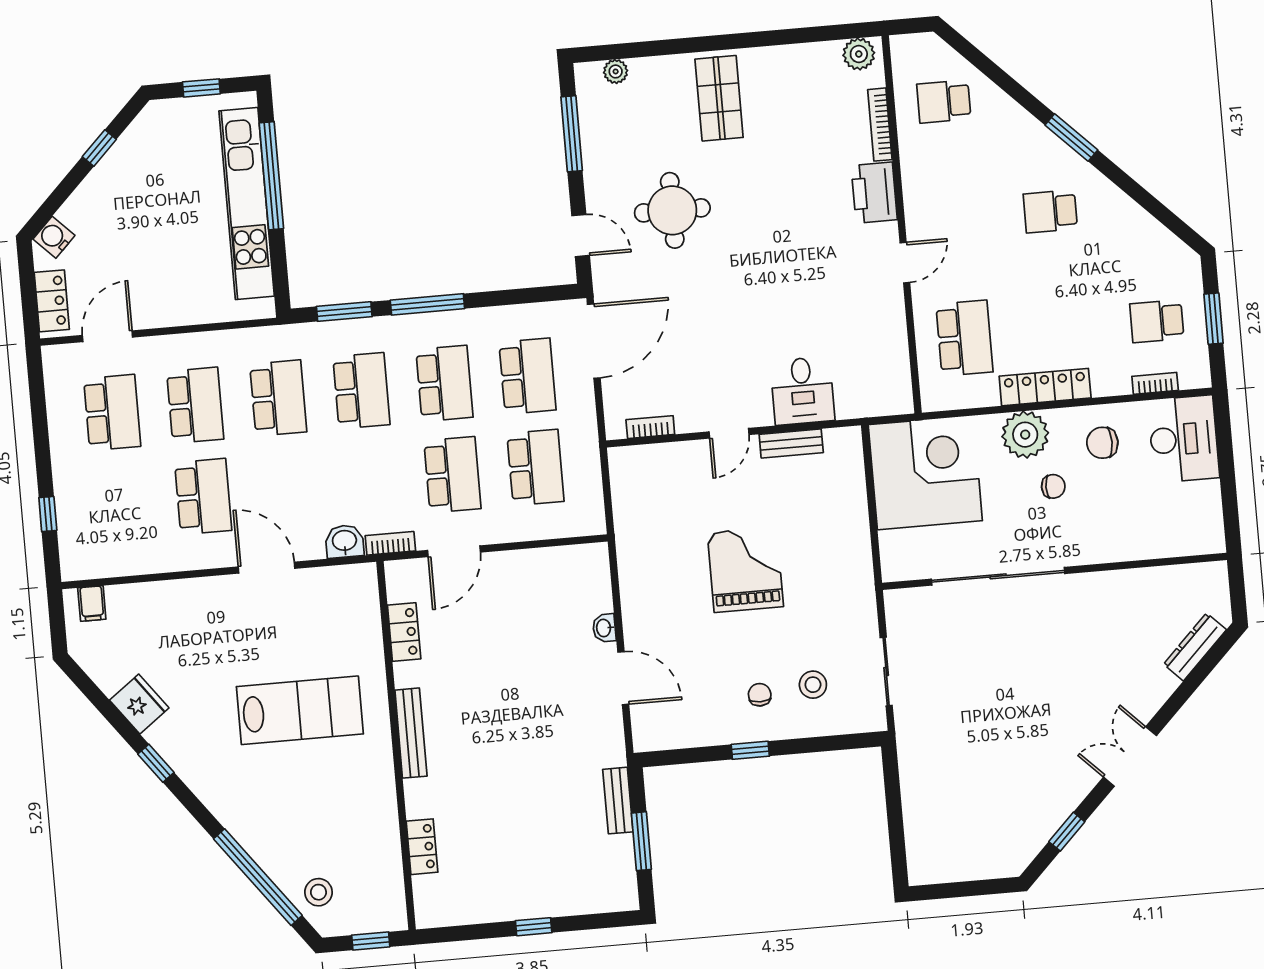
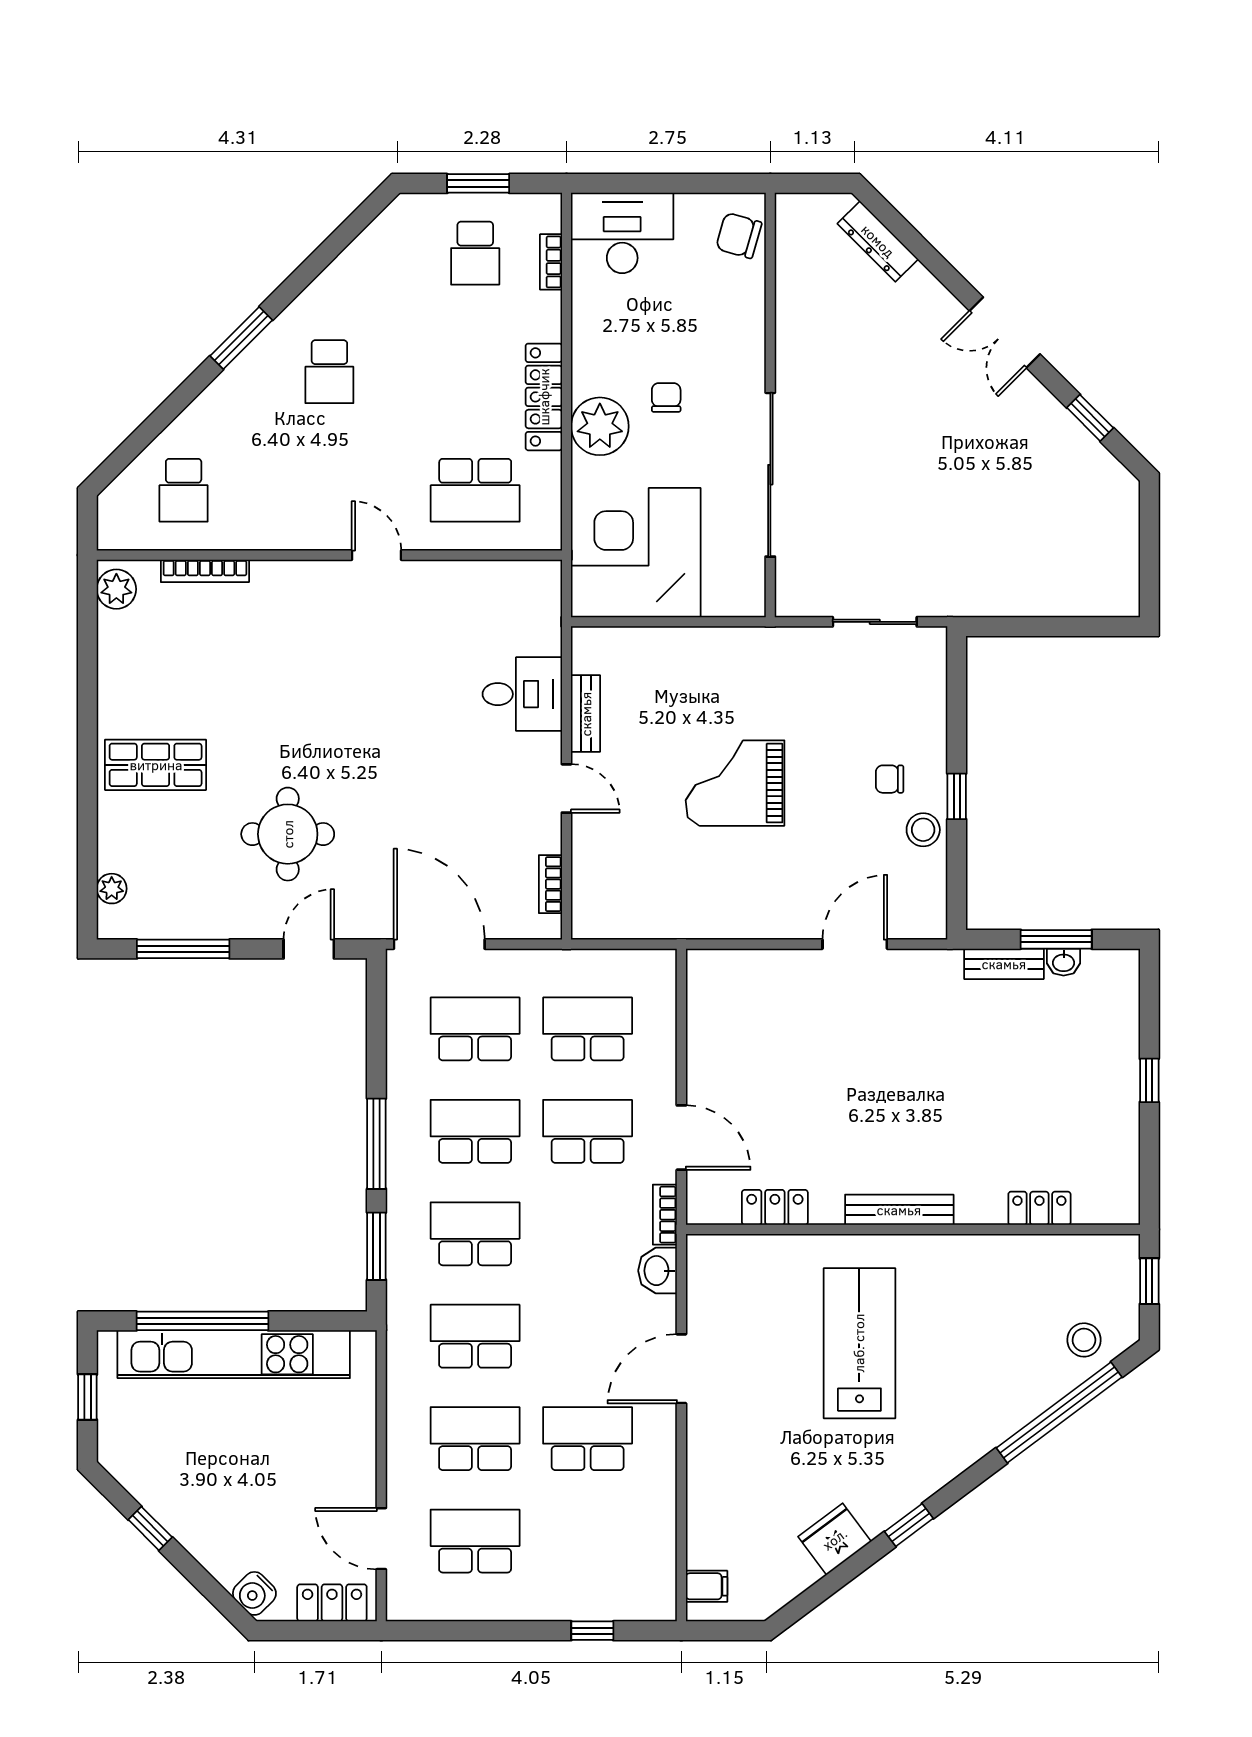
printer: (874, 193) -> (288, 585), removed
school desk: (964, 338) -> (475, 490), turned 180
chair: (1102, 443) -> (739, 235), moved, turned 106
washbasin: (604, 628) -> (1064, 962), moved
stool: (813, 685) -> (923, 830), moved

